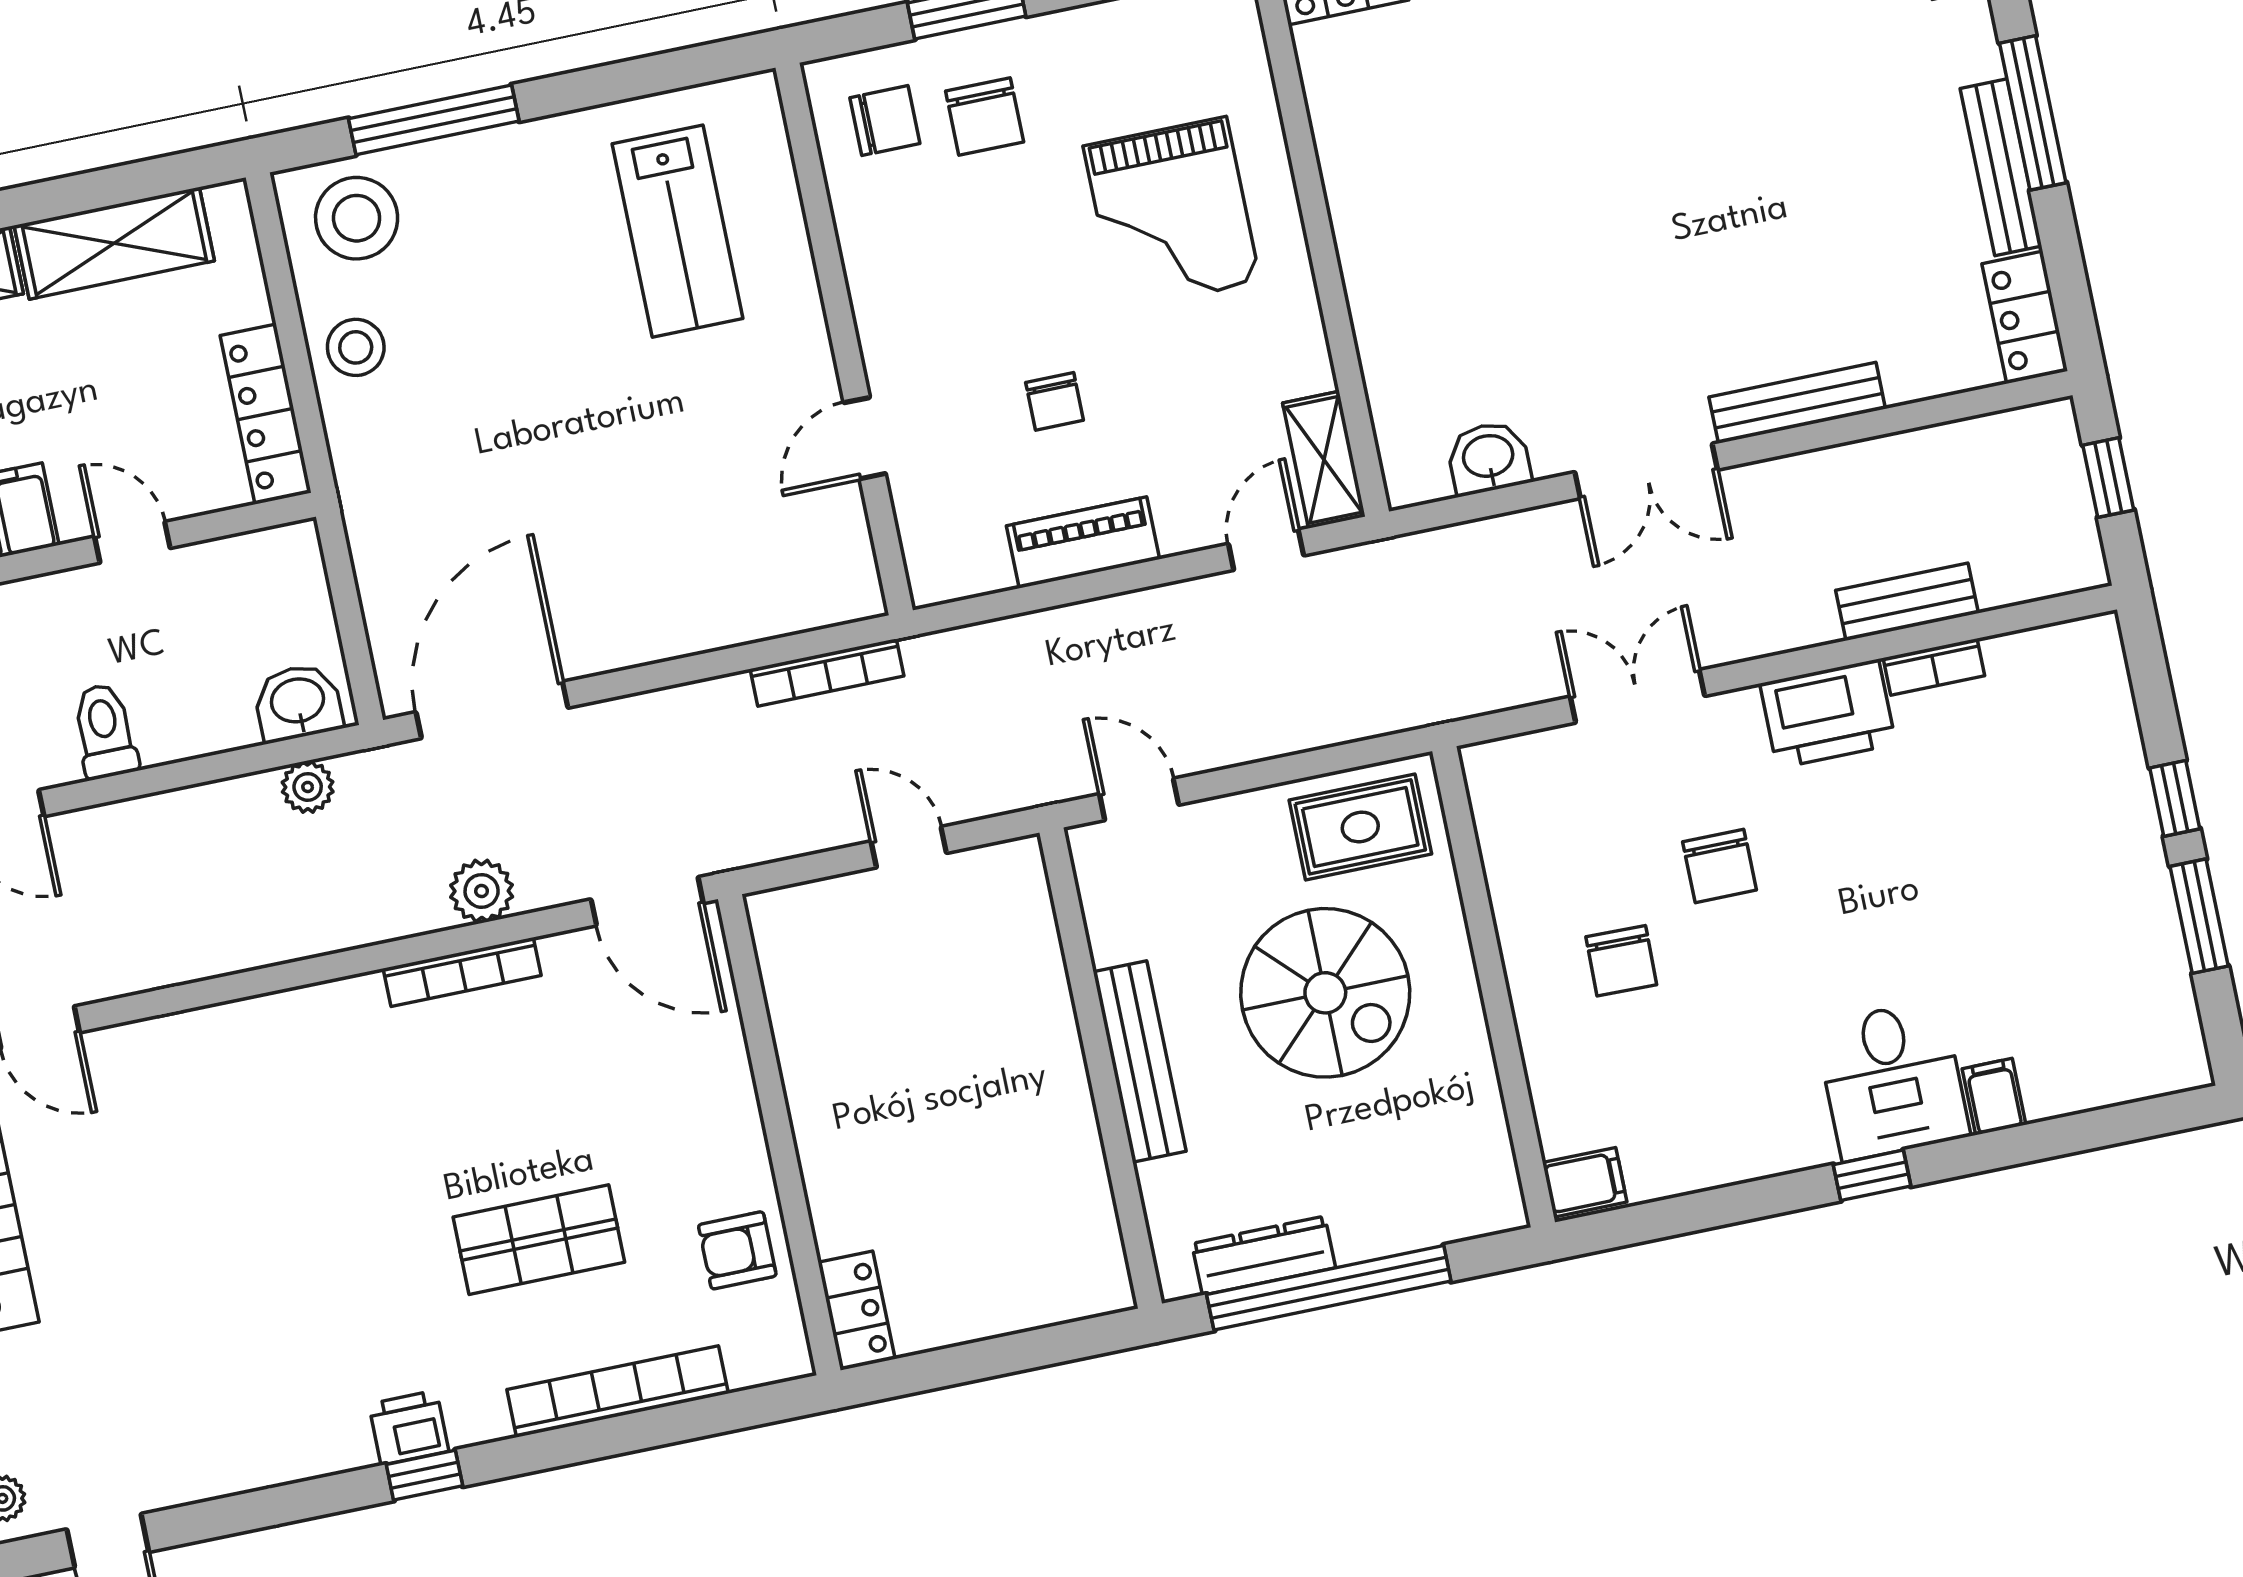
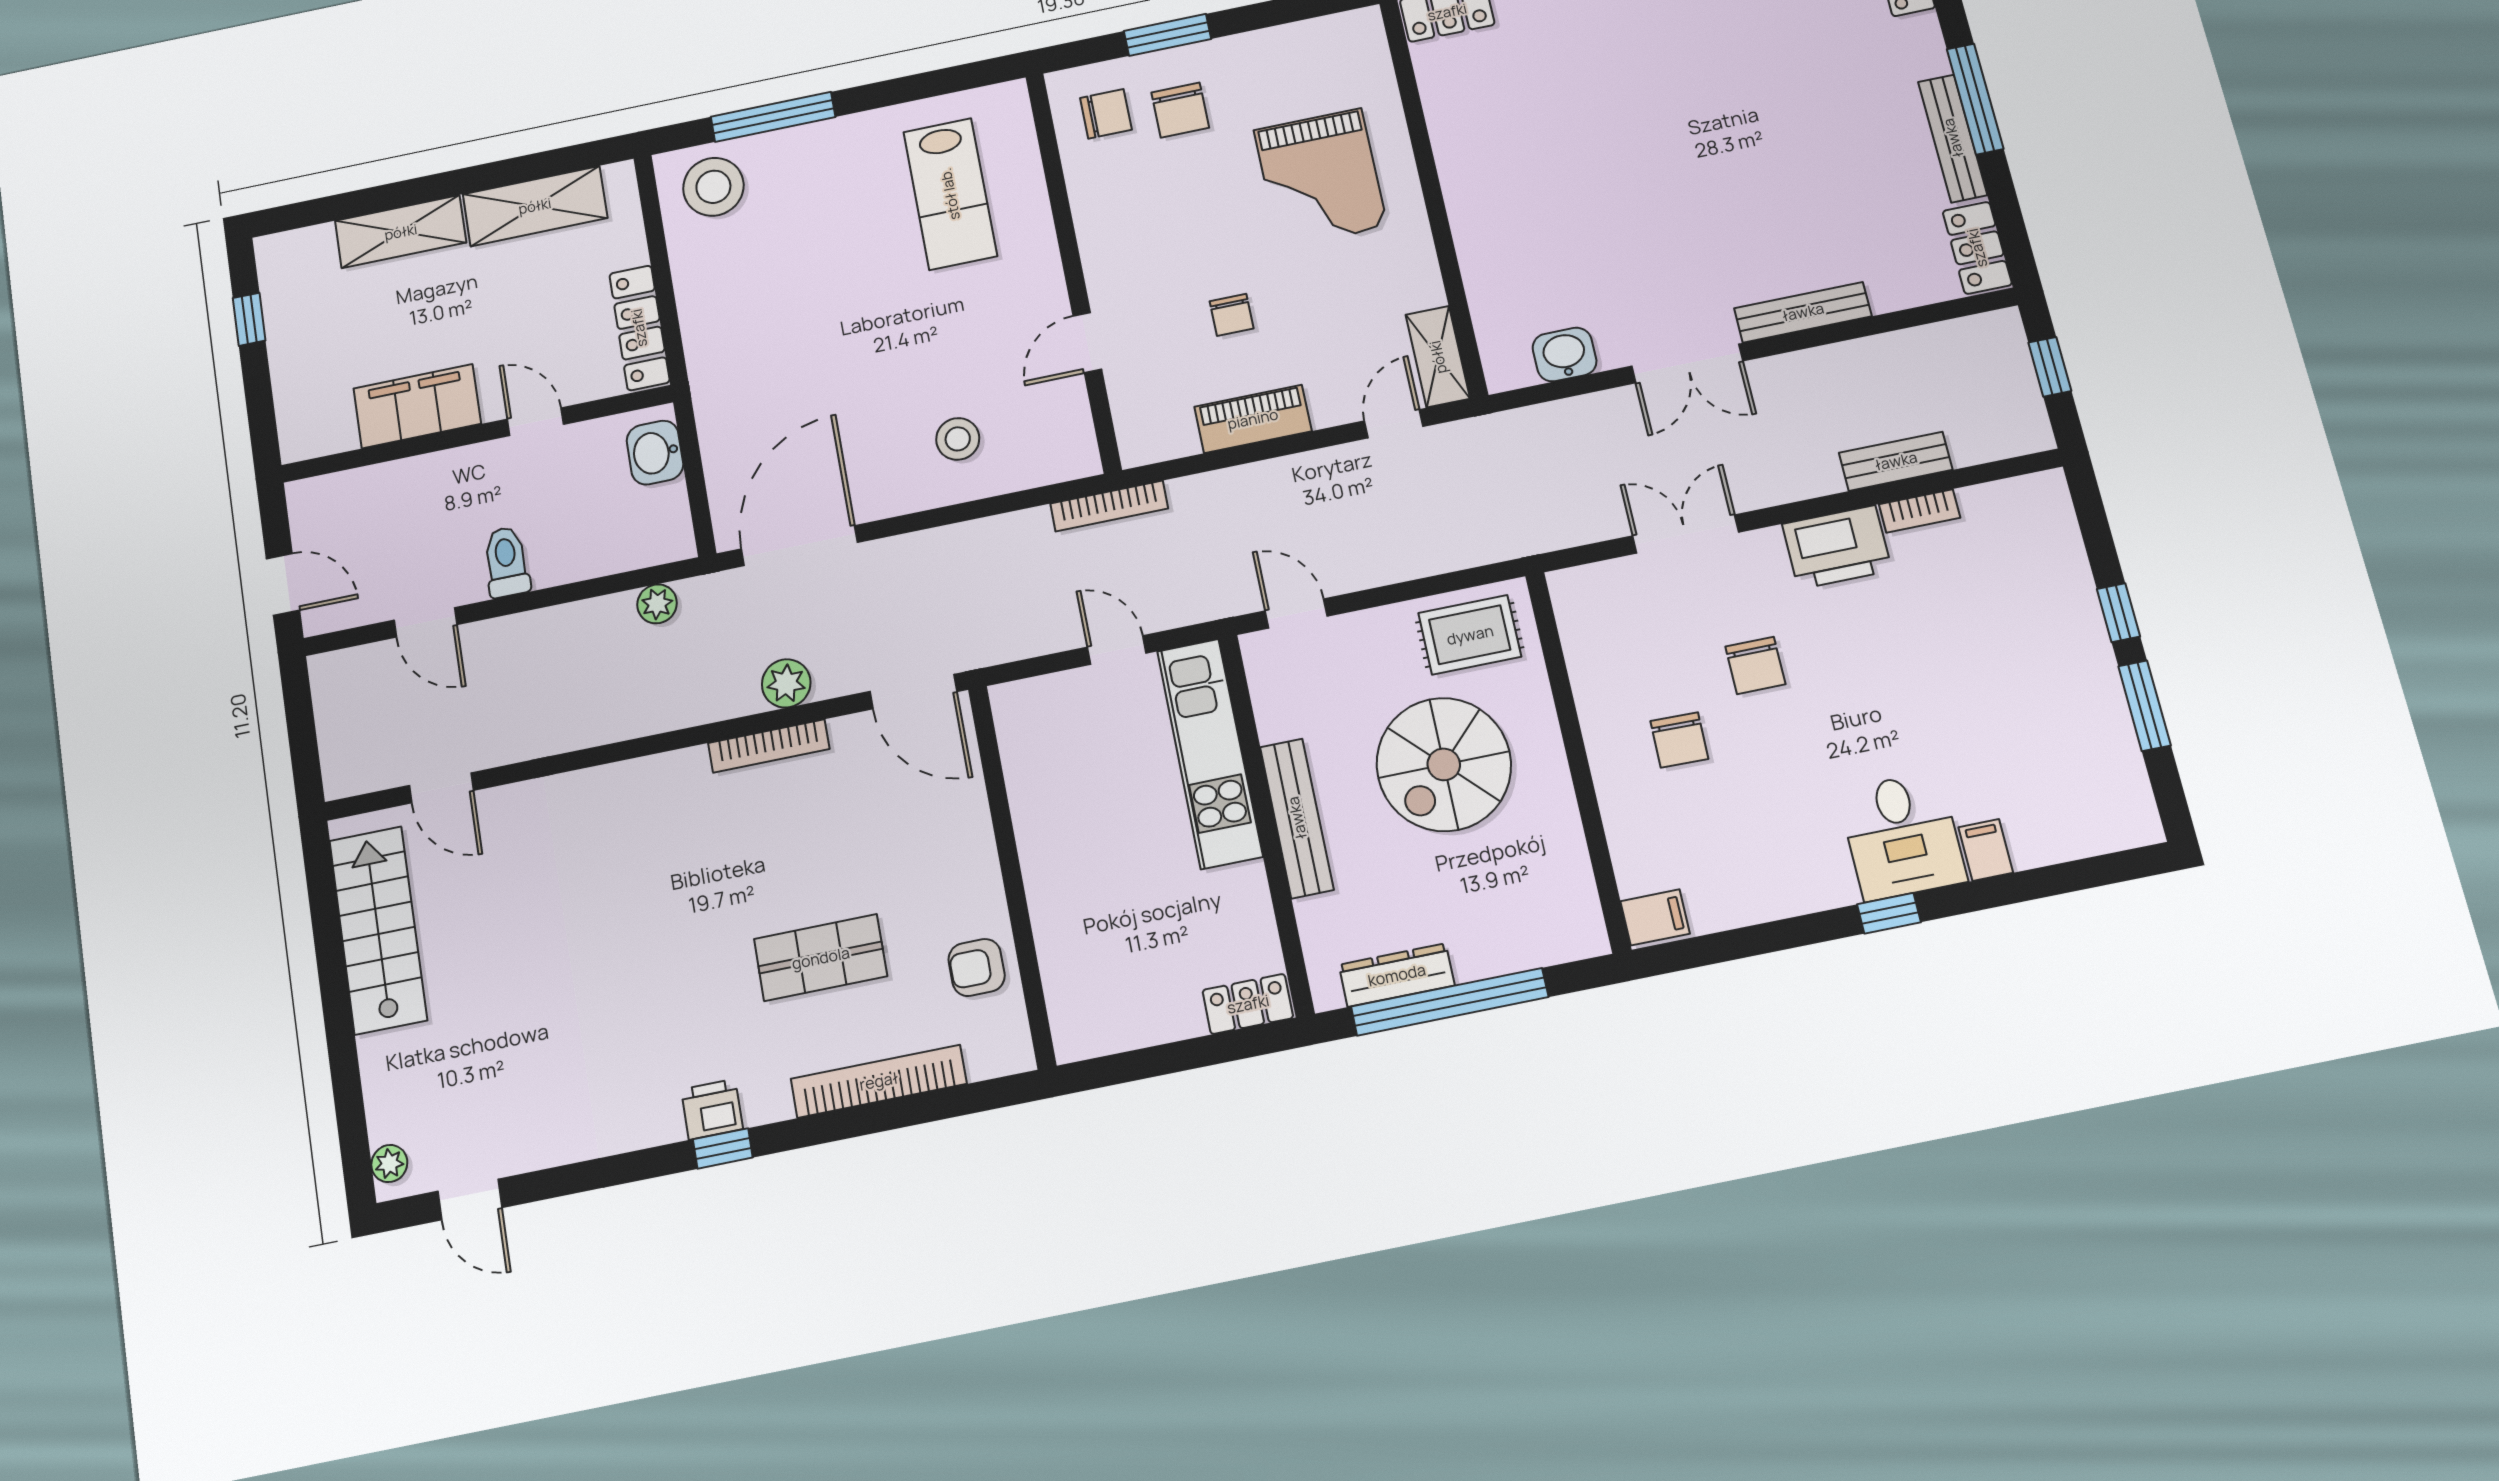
stool: (356, 347) -> (958, 439), moved
bookcase: (827, 672) -> (1109, 506), moved
washbasin: (298, 702) -> (655, 453), moved, turned -90
kitchen unit: (1029, 980) -> (1210, 753), added
spiral stairs: (1325, 993) -> (1444, 764), turned 90
locker: (857, 1311) -> (1248, 1004), moved, turned -90

